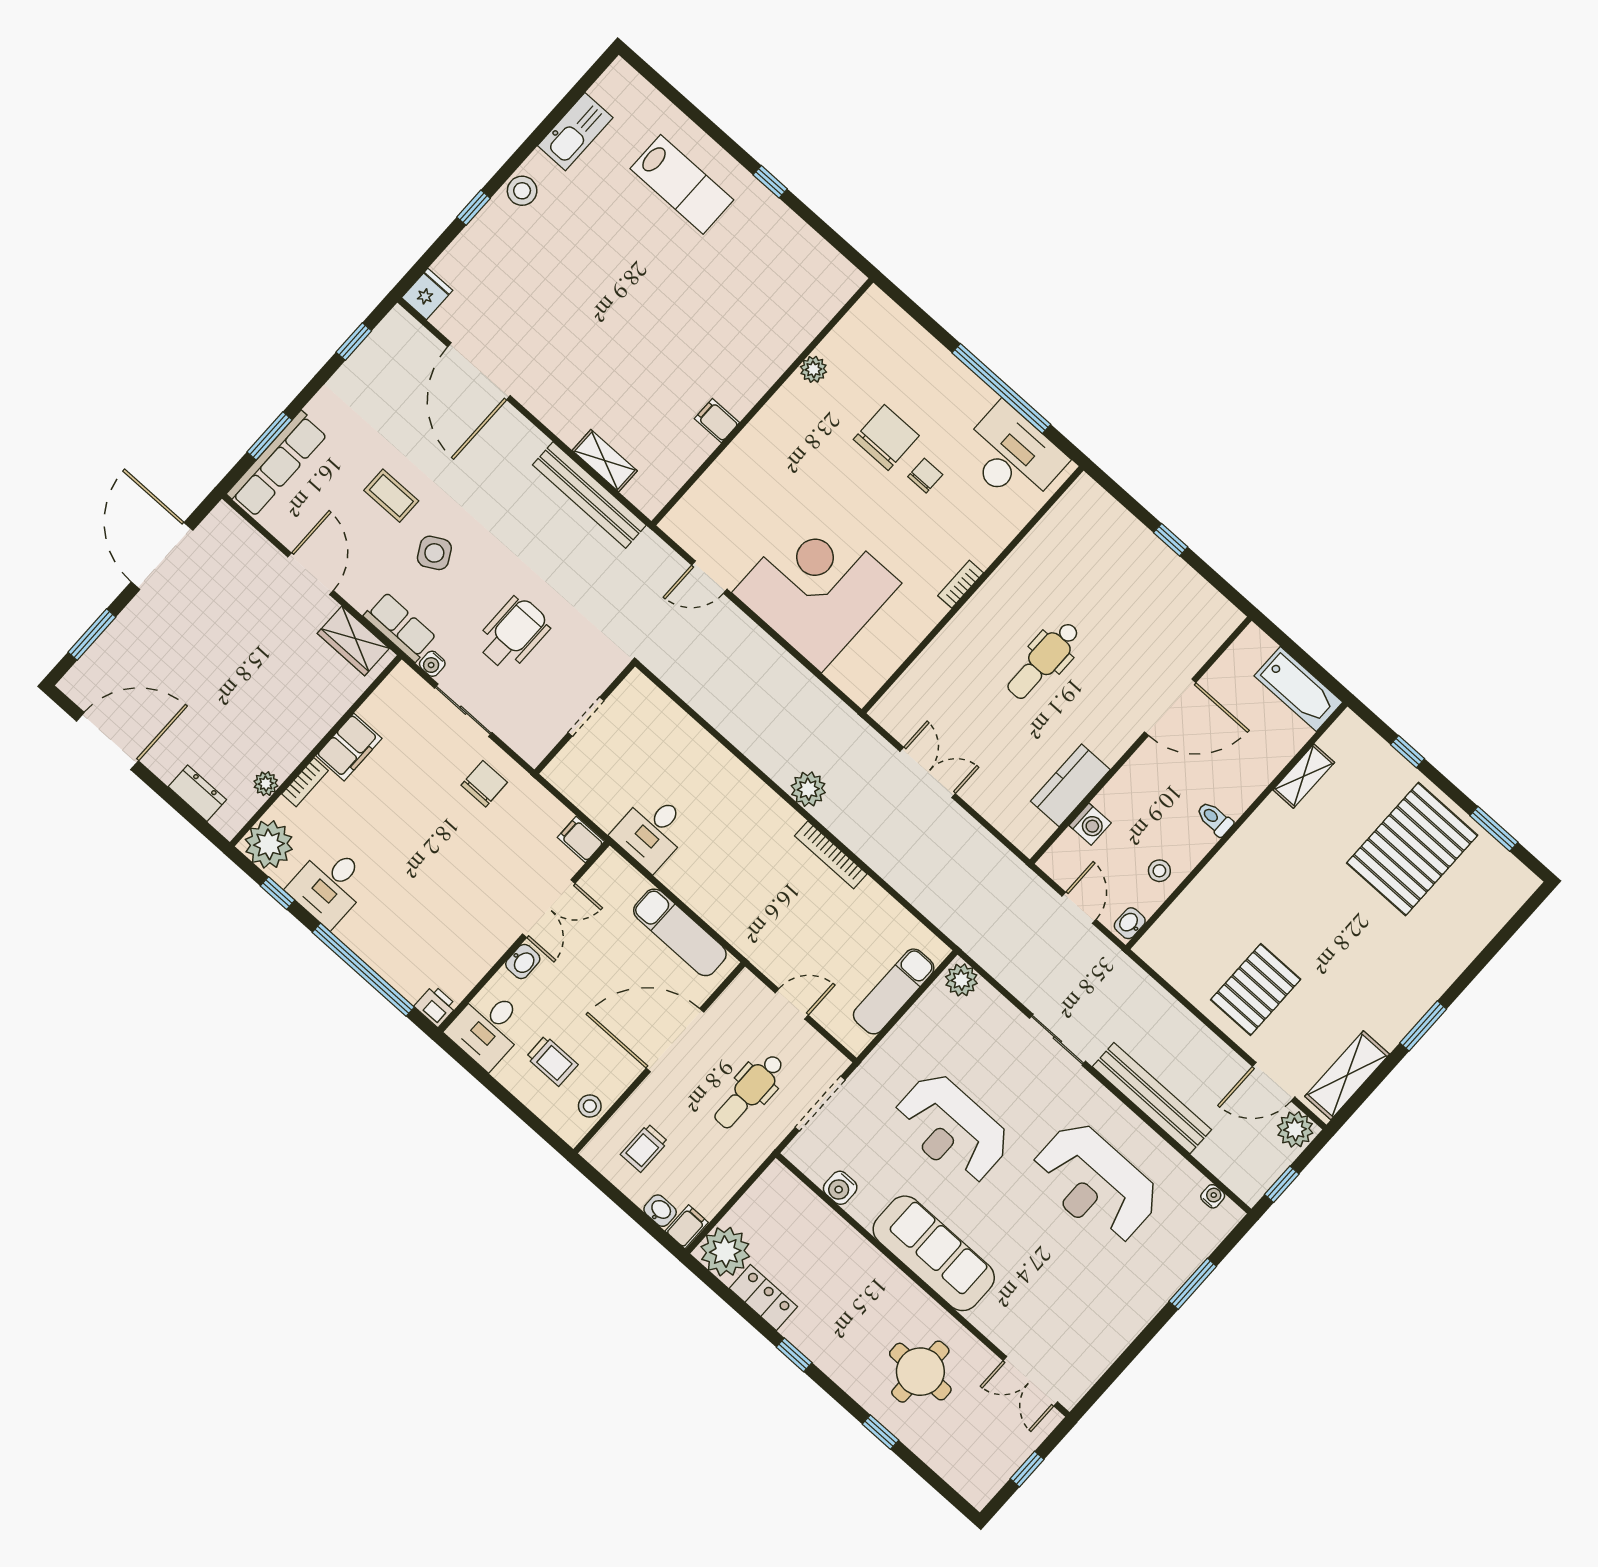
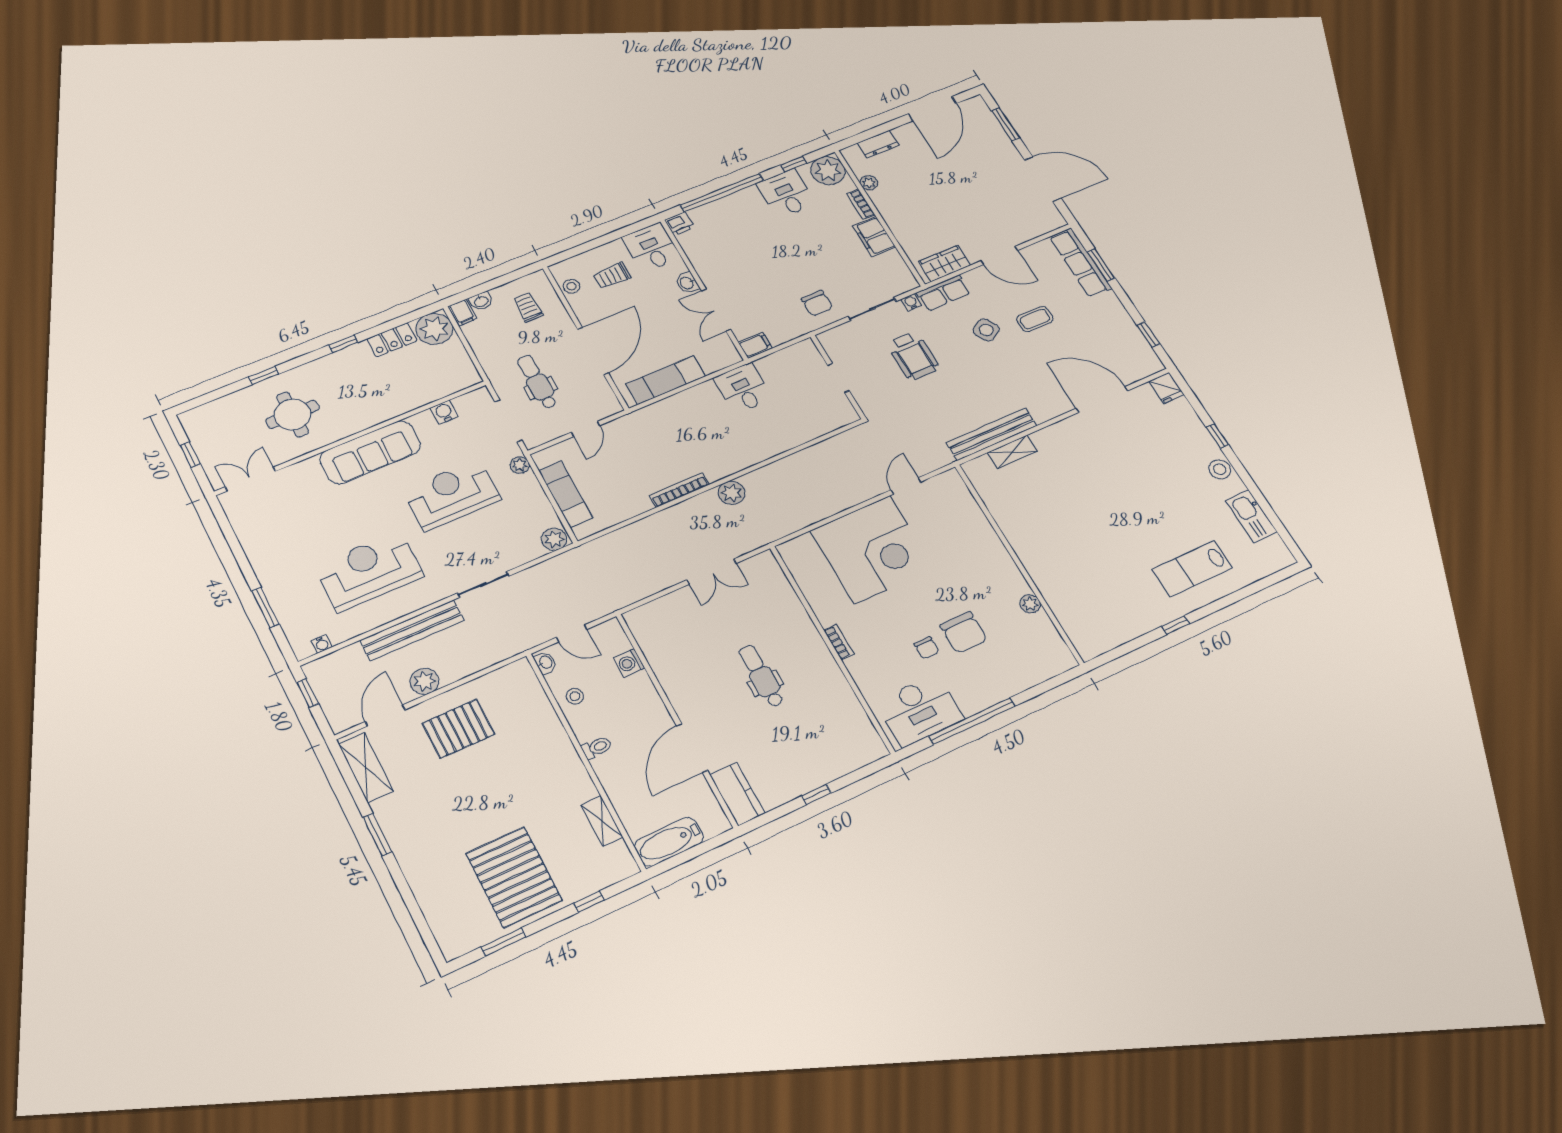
filing cabinet: (717, 421) -> (1015, 530), removed
kitchen counter: (1070, 785) -> (737, 794), moved
pallet: (1256, 990) -> (458, 729), turned 90
plant: (876, 1064) -> (520, 465), added
plant: (1295, 1129) -> (424, 681), moved

